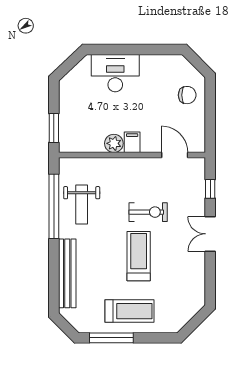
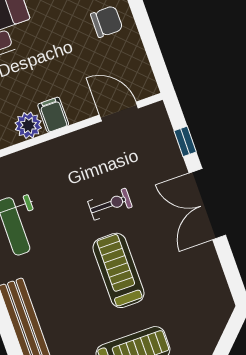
exercise bike: (148, 212) -> (110, 204), width x0.73, depth x0.72
double door: (210, 234) -> (207, 204), width x1.37

